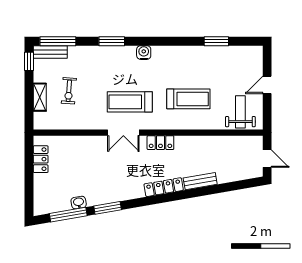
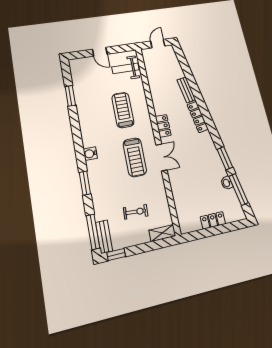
shelving: (40, 97) -> (162, 233), moved
locker: (41, 159) -> (213, 220), moved

